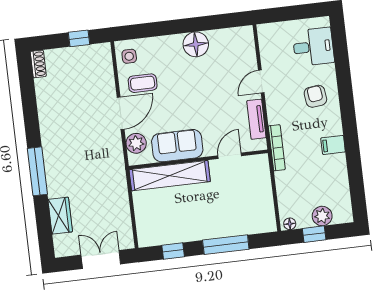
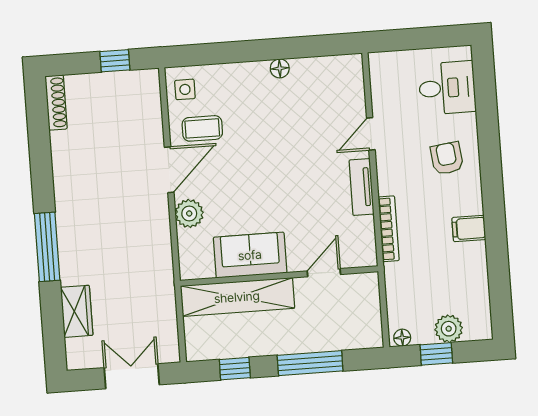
floor lamp: (196, 44) -> (280, 68), width x0.53, depth x0.53
shoe rack: (38, 64) -> (56, 103), width x1.43
sofa: (177, 146) -> (250, 255), moved
door: (230, 156) -> (324, 273), moved
wall: (198, 159) -> (279, 276), moved
shelving: (170, 176) -> (237, 297), moved

